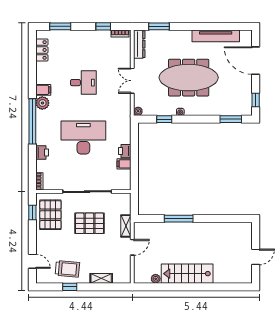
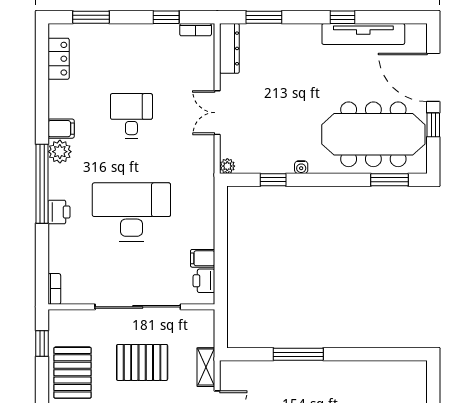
window: (204, 26) -> (342, 17), added
meeting table: (189, 78) -> (373, 134), moved
desk: (83, 83) -> (131, 116), turned -90
window: (256, 100) -> (433, 125), moved
printer: (125, 151) -> (204, 281), moved
printer: (42, 153) -> (59, 212), moved
pallet: (50, 215) -> (73, 373), moved

